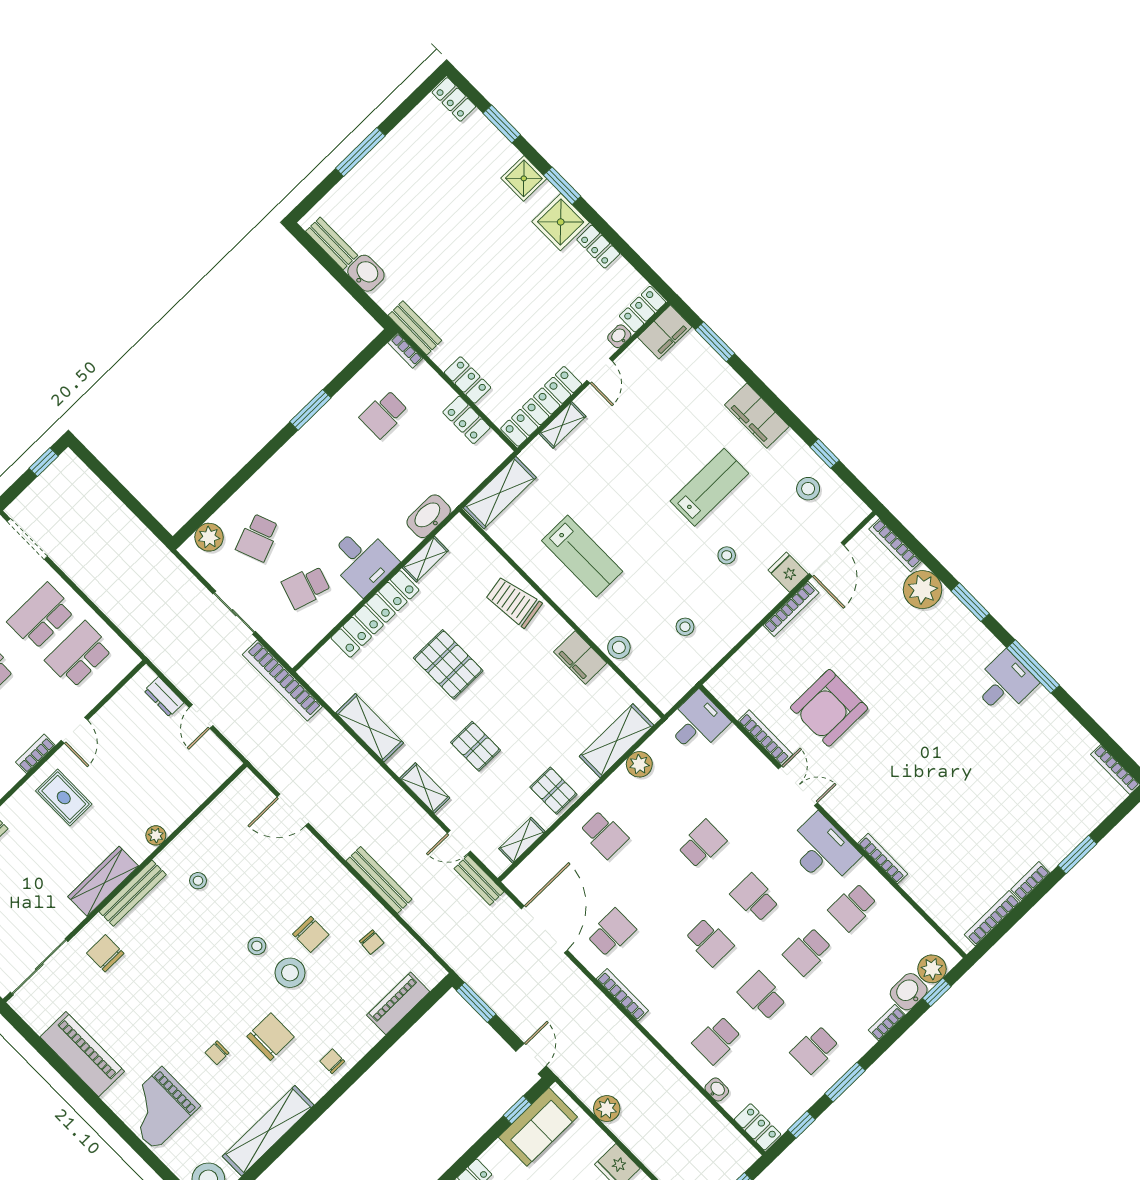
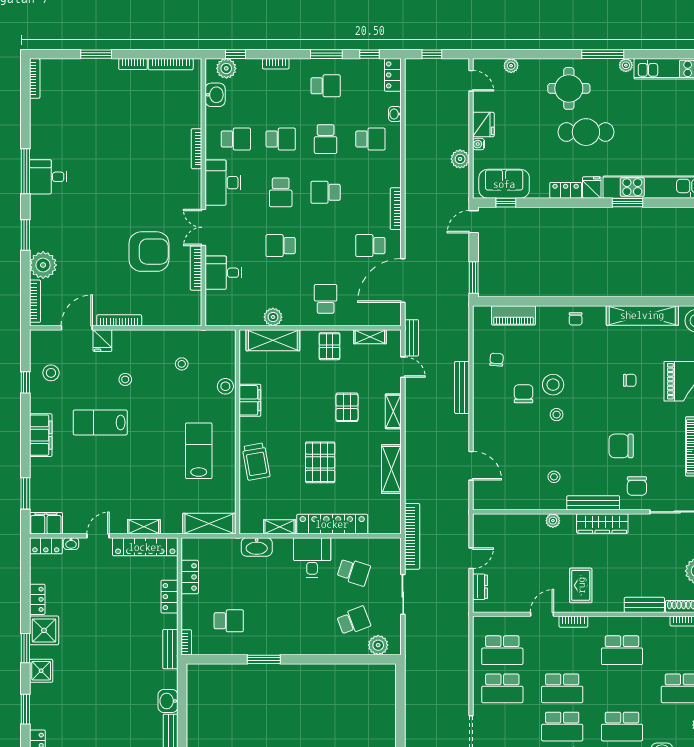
desk: (697, 723) -> (223, 273), moved
school desk: (709, 942) -> (326, 192), turned -90
washbasin: (909, 992) -> (215, 95), moved, turned -90
chair: (271, 1037) -> (621, 446), moved
water cooler: (603, 1142) -> (479, 144), added

